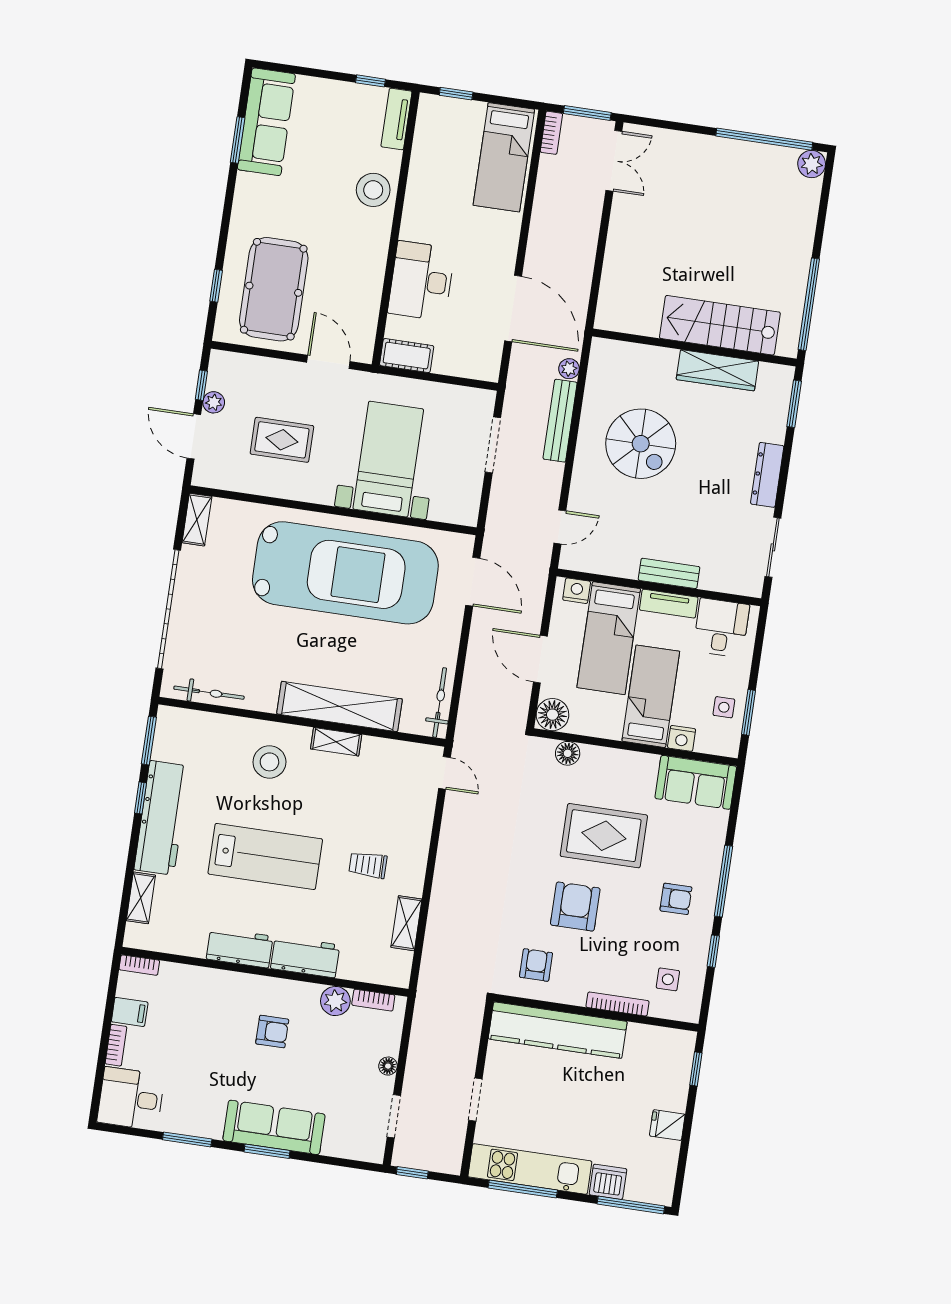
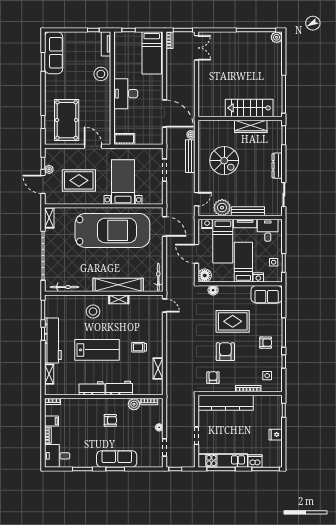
desk: (421, 281) -> (126, 94), moved
rug: (282, 440) -> (79, 180), width x1.36, depth x1.43
plant: (619, 557) -> (222, 208), added
bench: (669, 573) -> (248, 211), width x1.36

